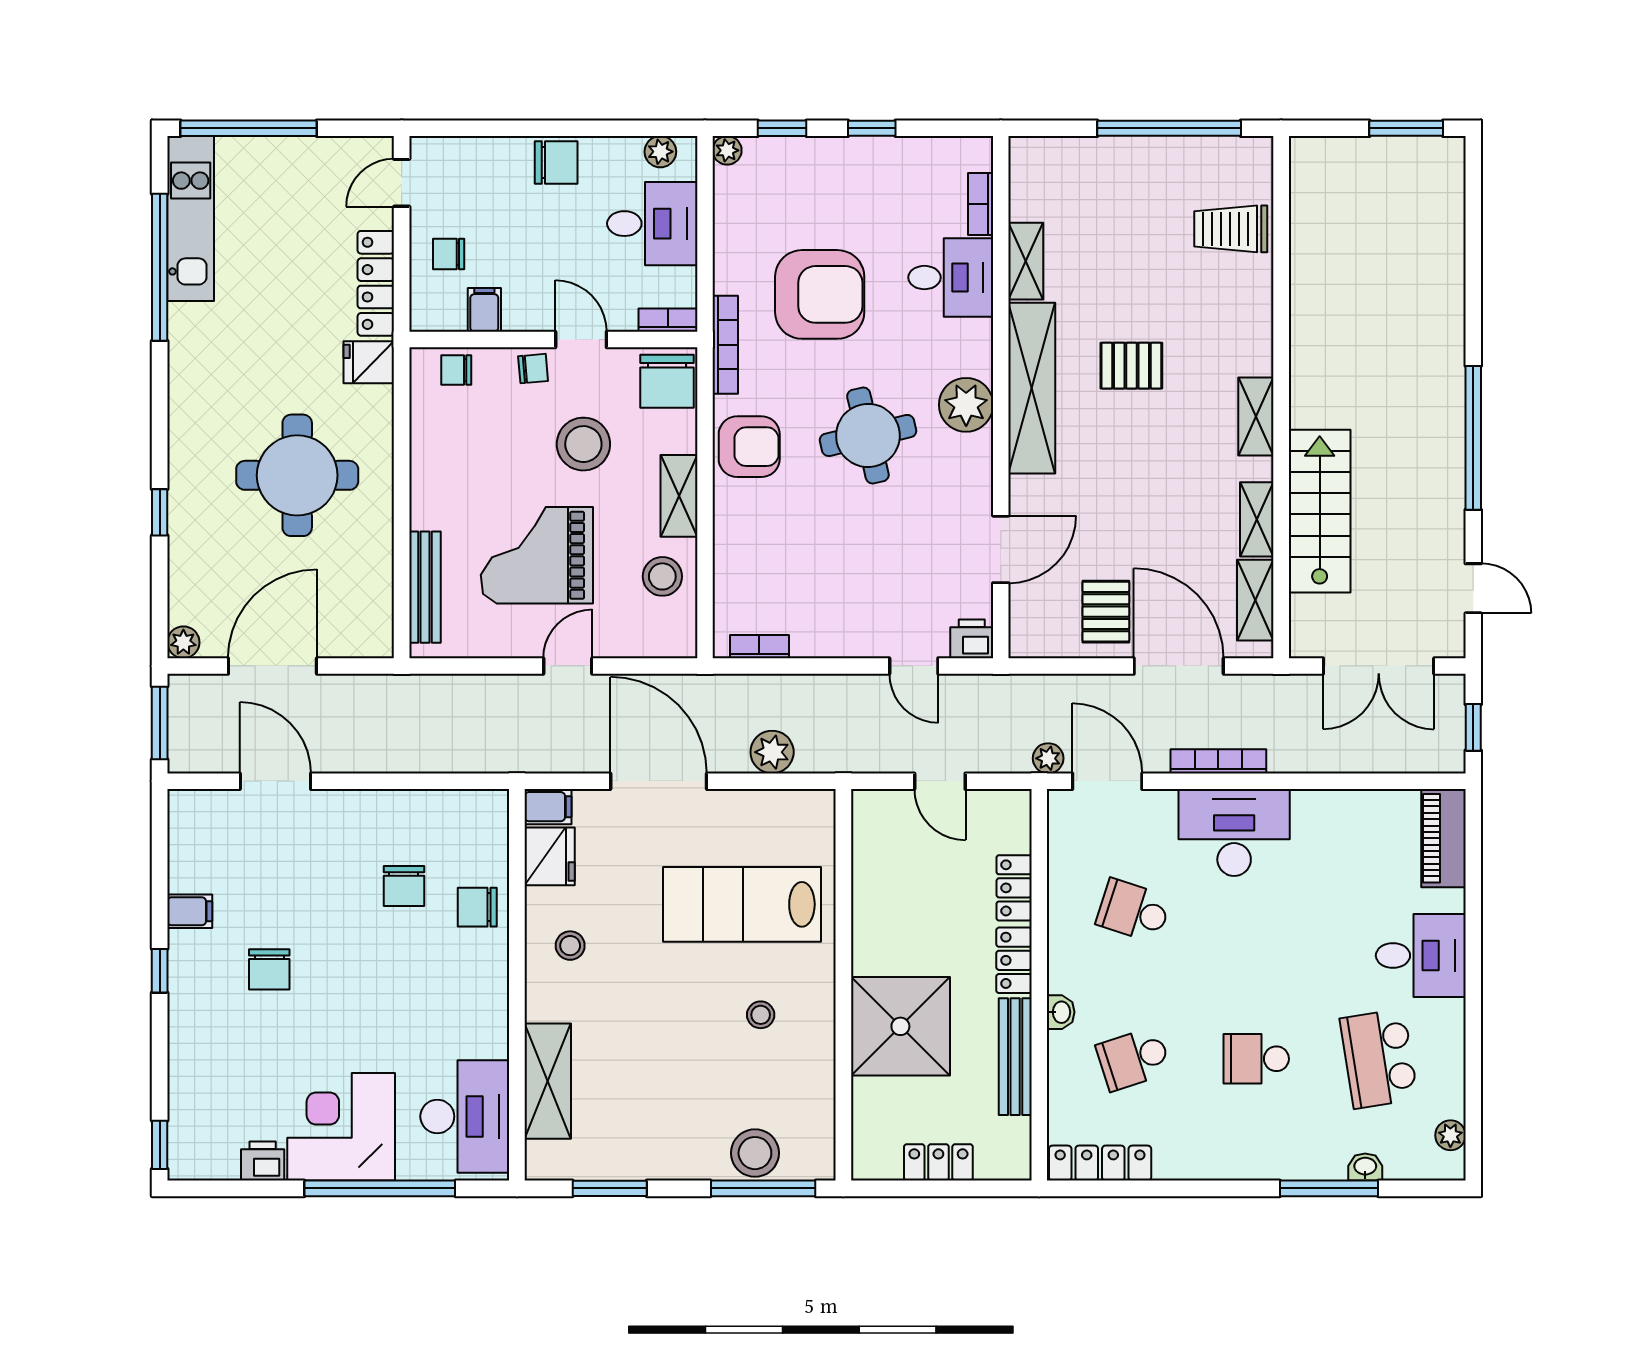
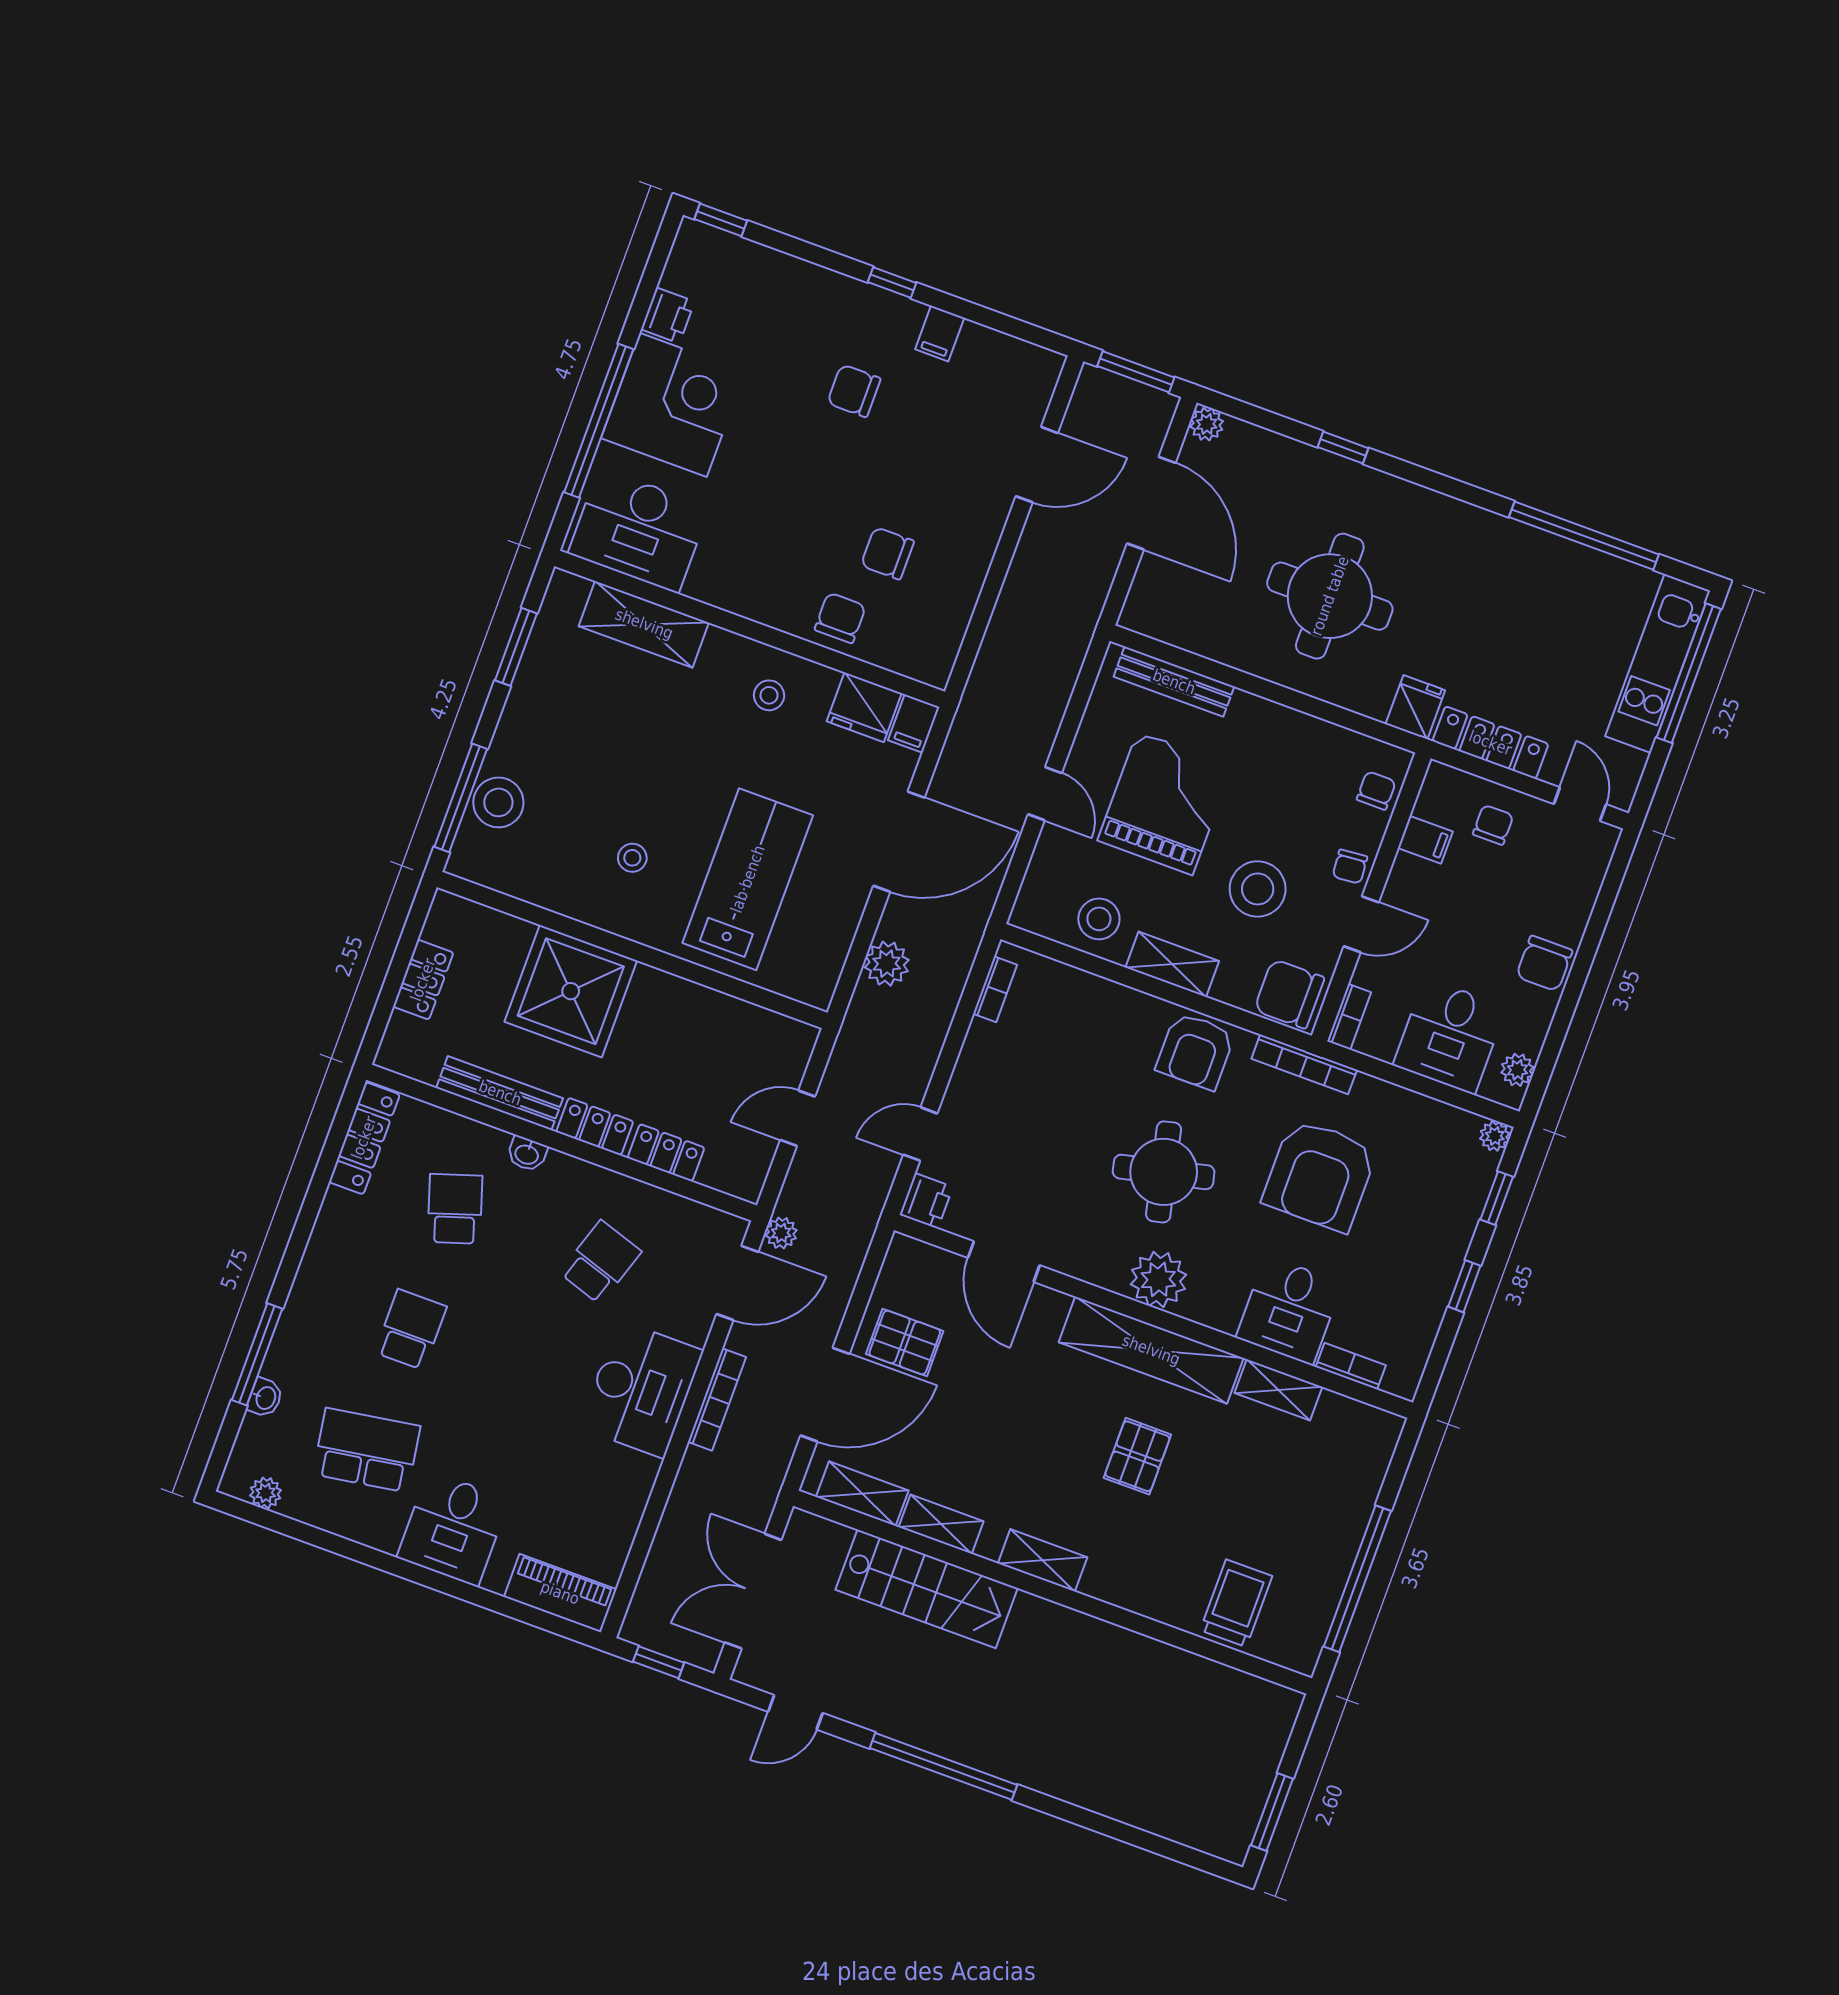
kitchen unit: (191, 219) -> (1658, 663), moved, turned 90

